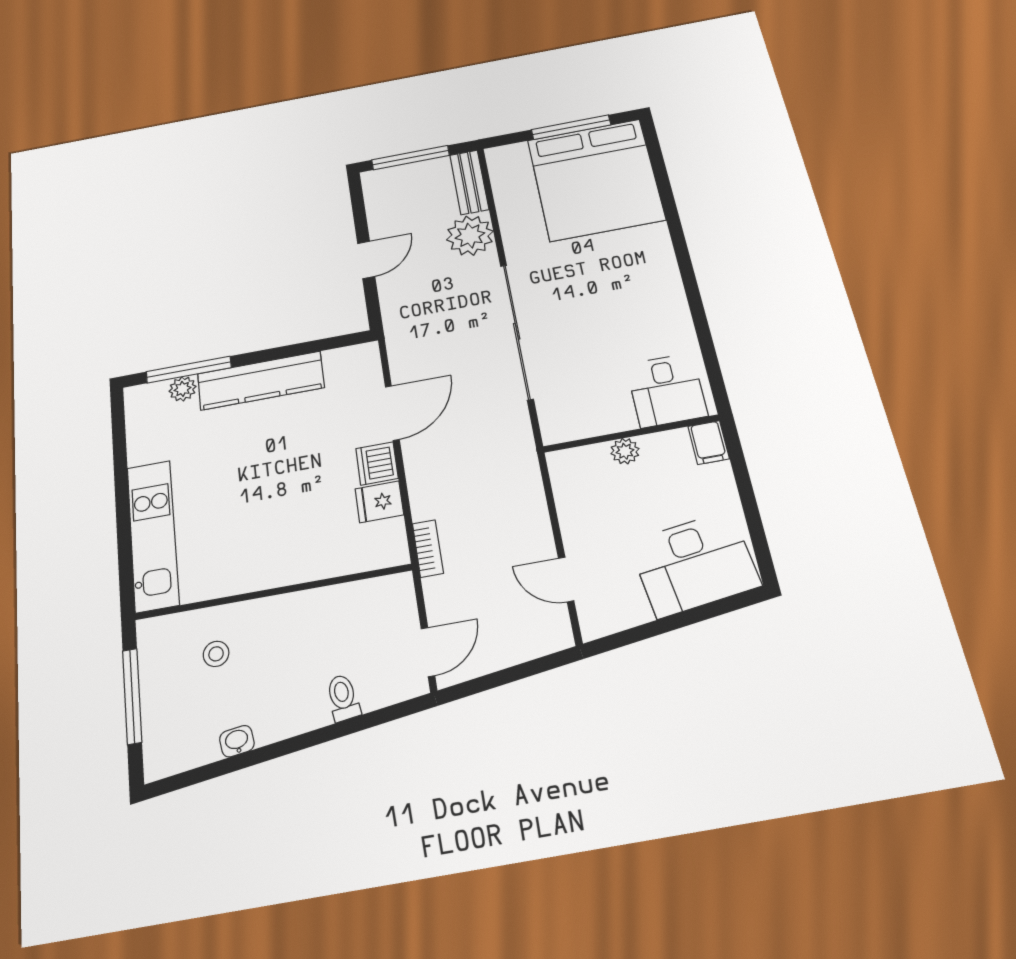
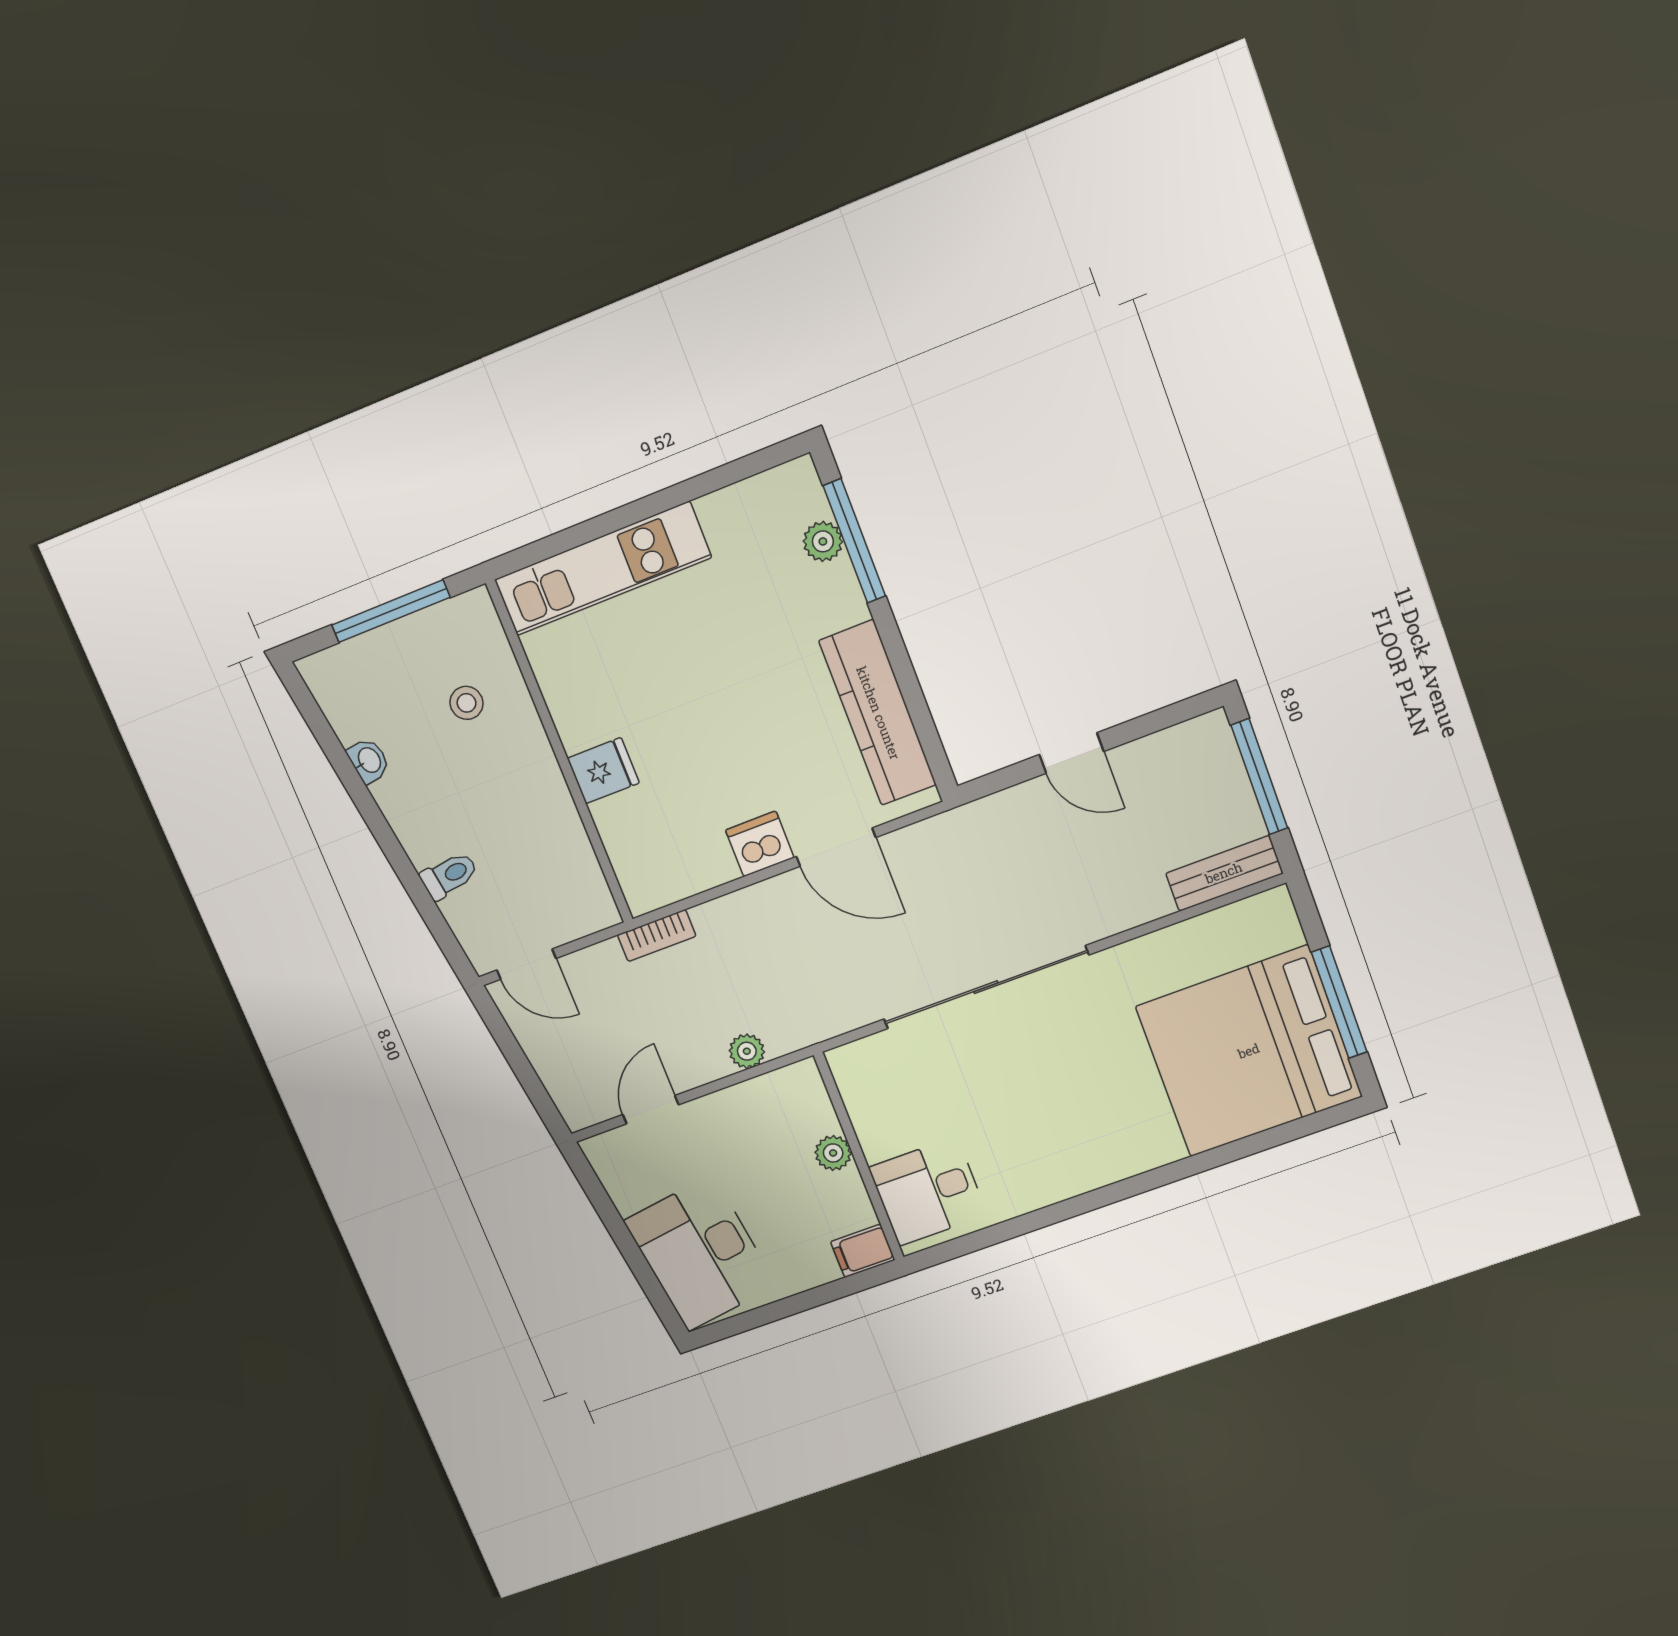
plant: (470, 236) -> (747, 1051), moved, width x0.53, depth x0.53
kitchen counter: (261, 381) -> (878, 713), moved
fridge: (379, 502) -> (603, 771), moved, turned 90

